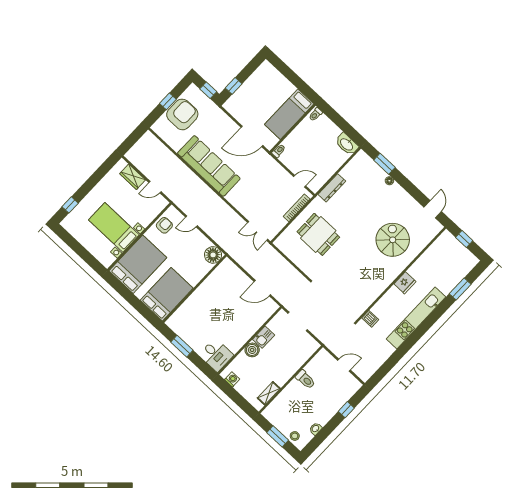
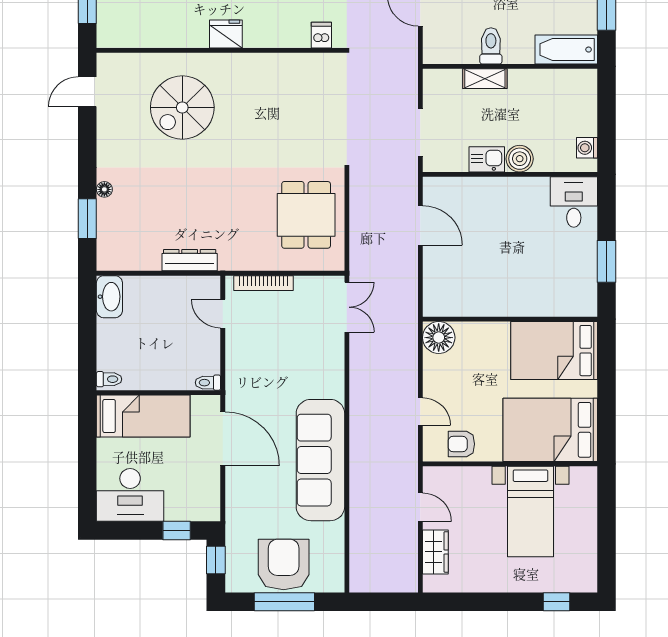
desk: (264, 81) -> (130, 495), added
window: (168, 101) -> (284, 602), width x2.17
armchair: (182, 114) -> (284, 564), turned 90
dining table: (318, 234) -> (306, 215), moved
shelving: (269, 393) -> (485, 79), moved
bathtub: (277, 407) -> (566, 50), added

